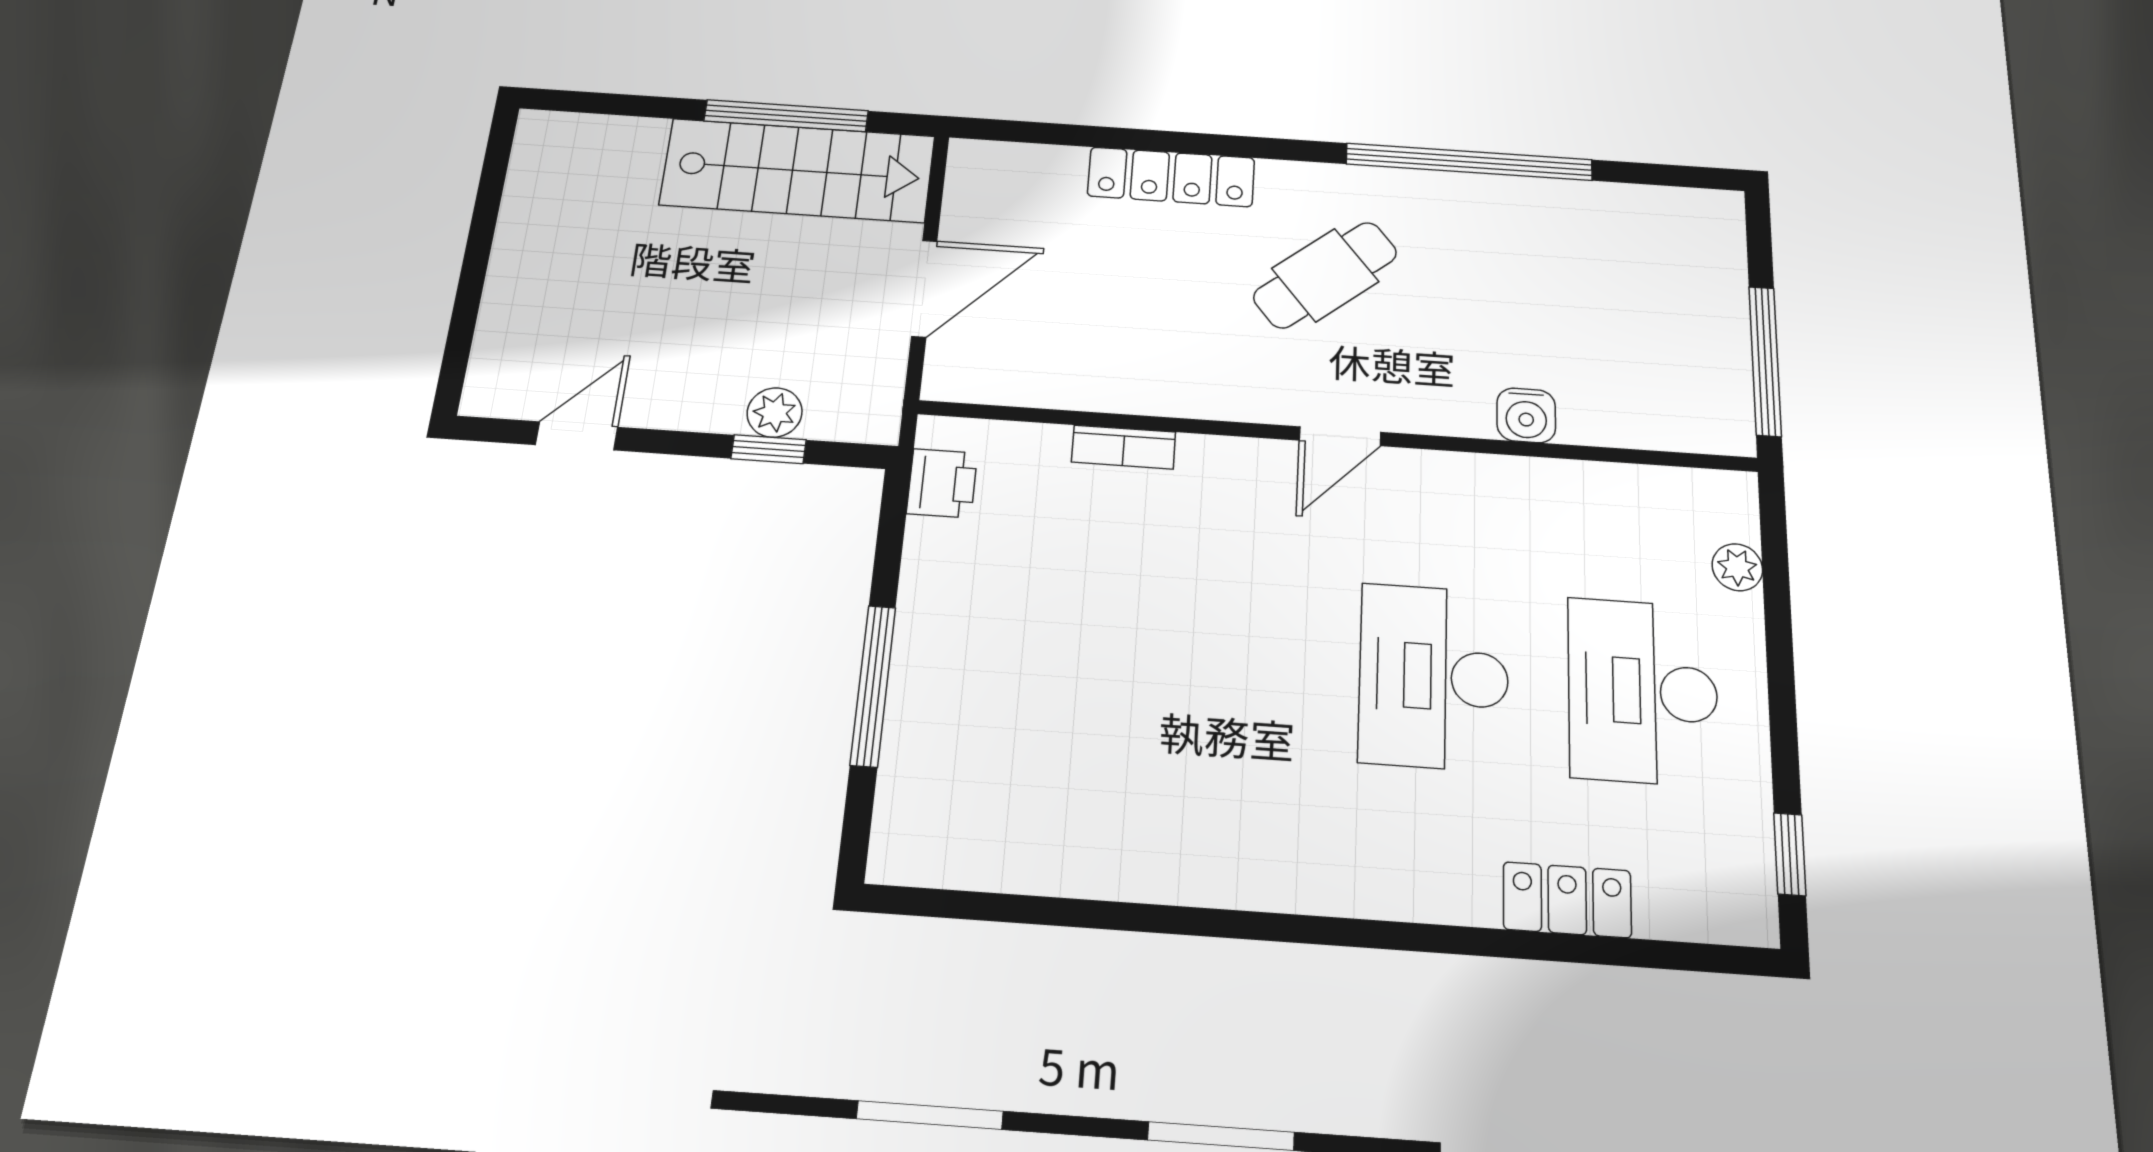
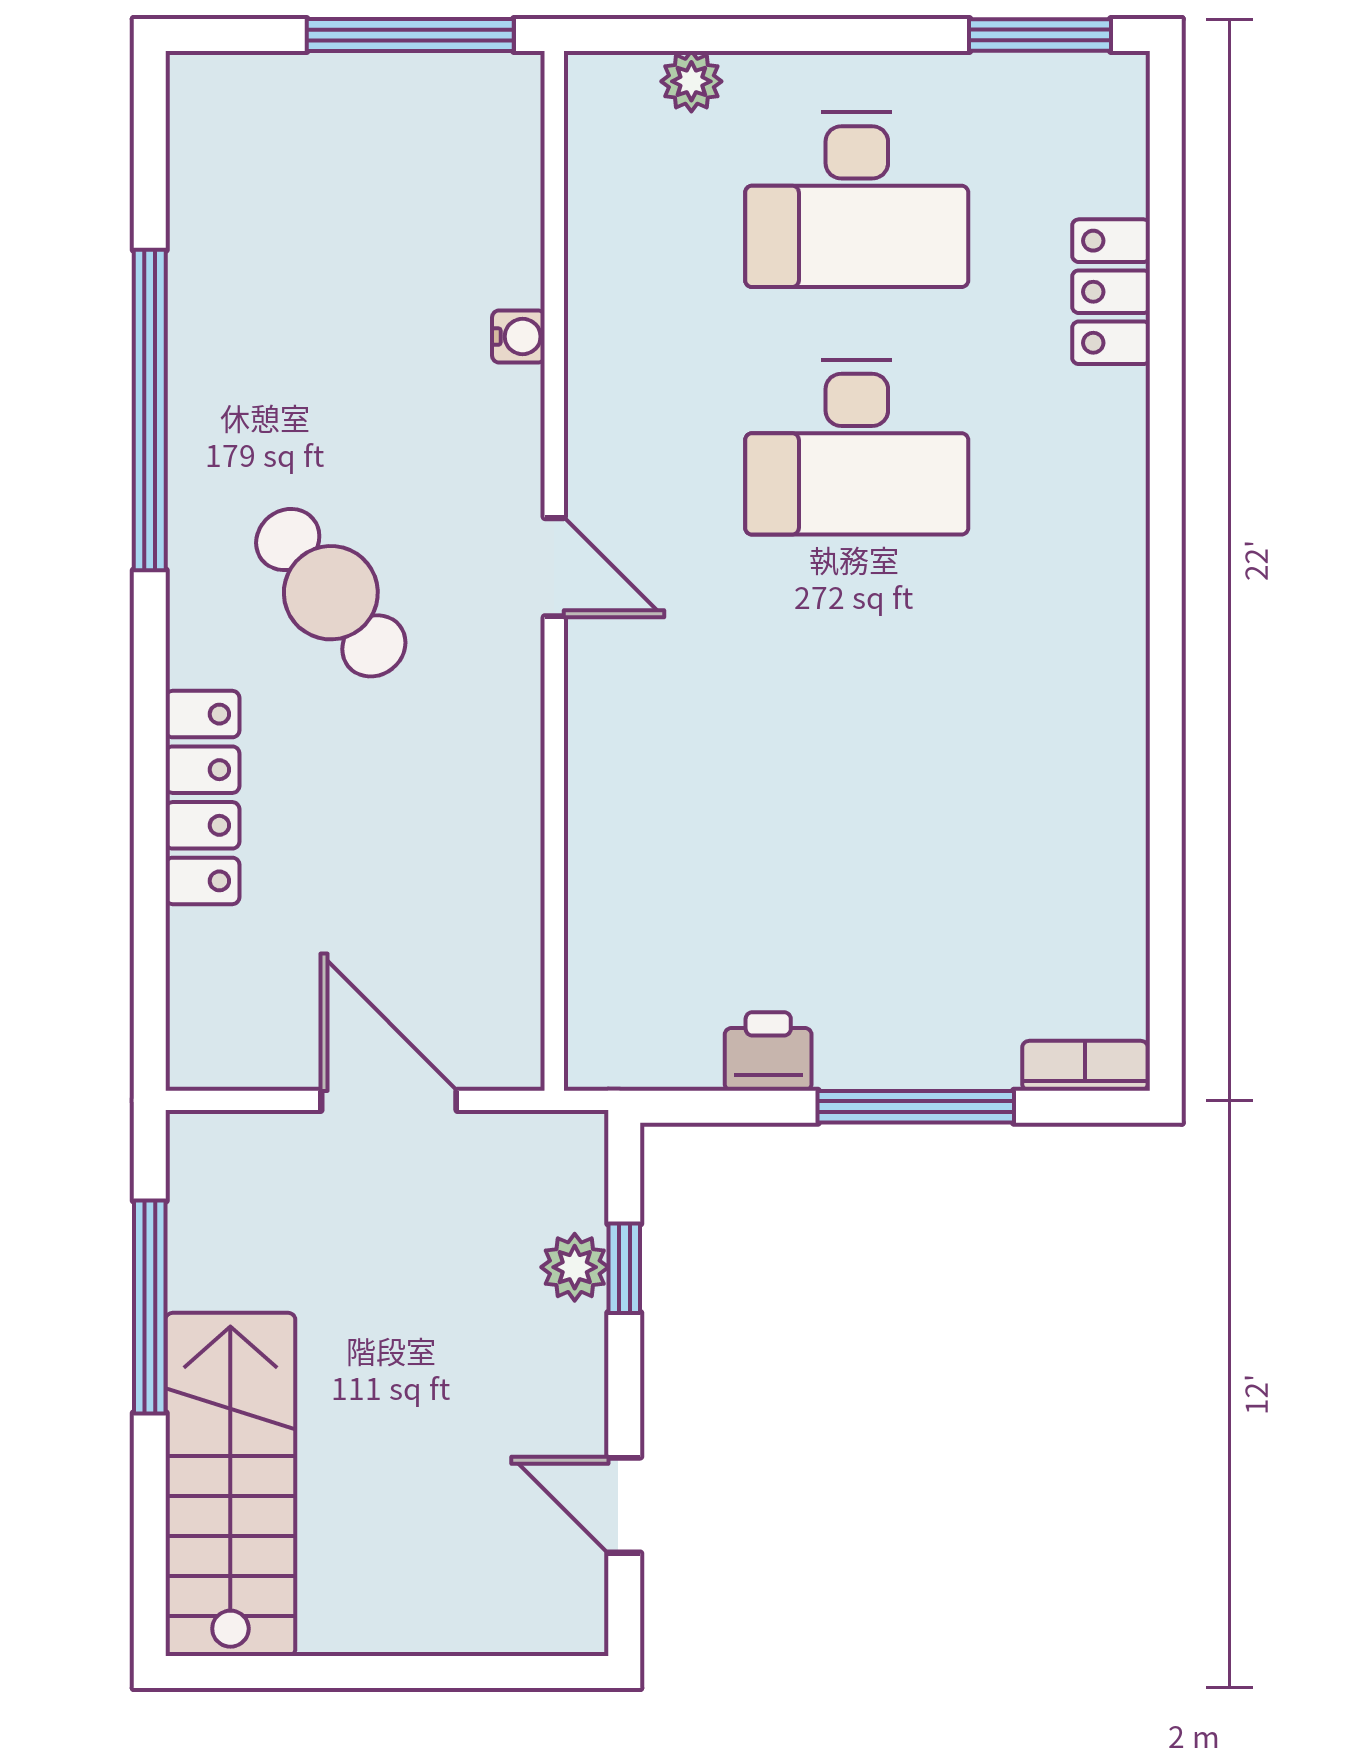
stairs: (798, 170) -> (230, 1484), moved
water cooler: (1526, 415) -> (518, 337), width x0.72, depth x0.72
bookcase: (1124, 447) -> (1085, 1066), moved, turned -90
printer: (942, 483) -> (768, 1051), moved
window: (1790, 854) -> (1040, 35), width x1.50

